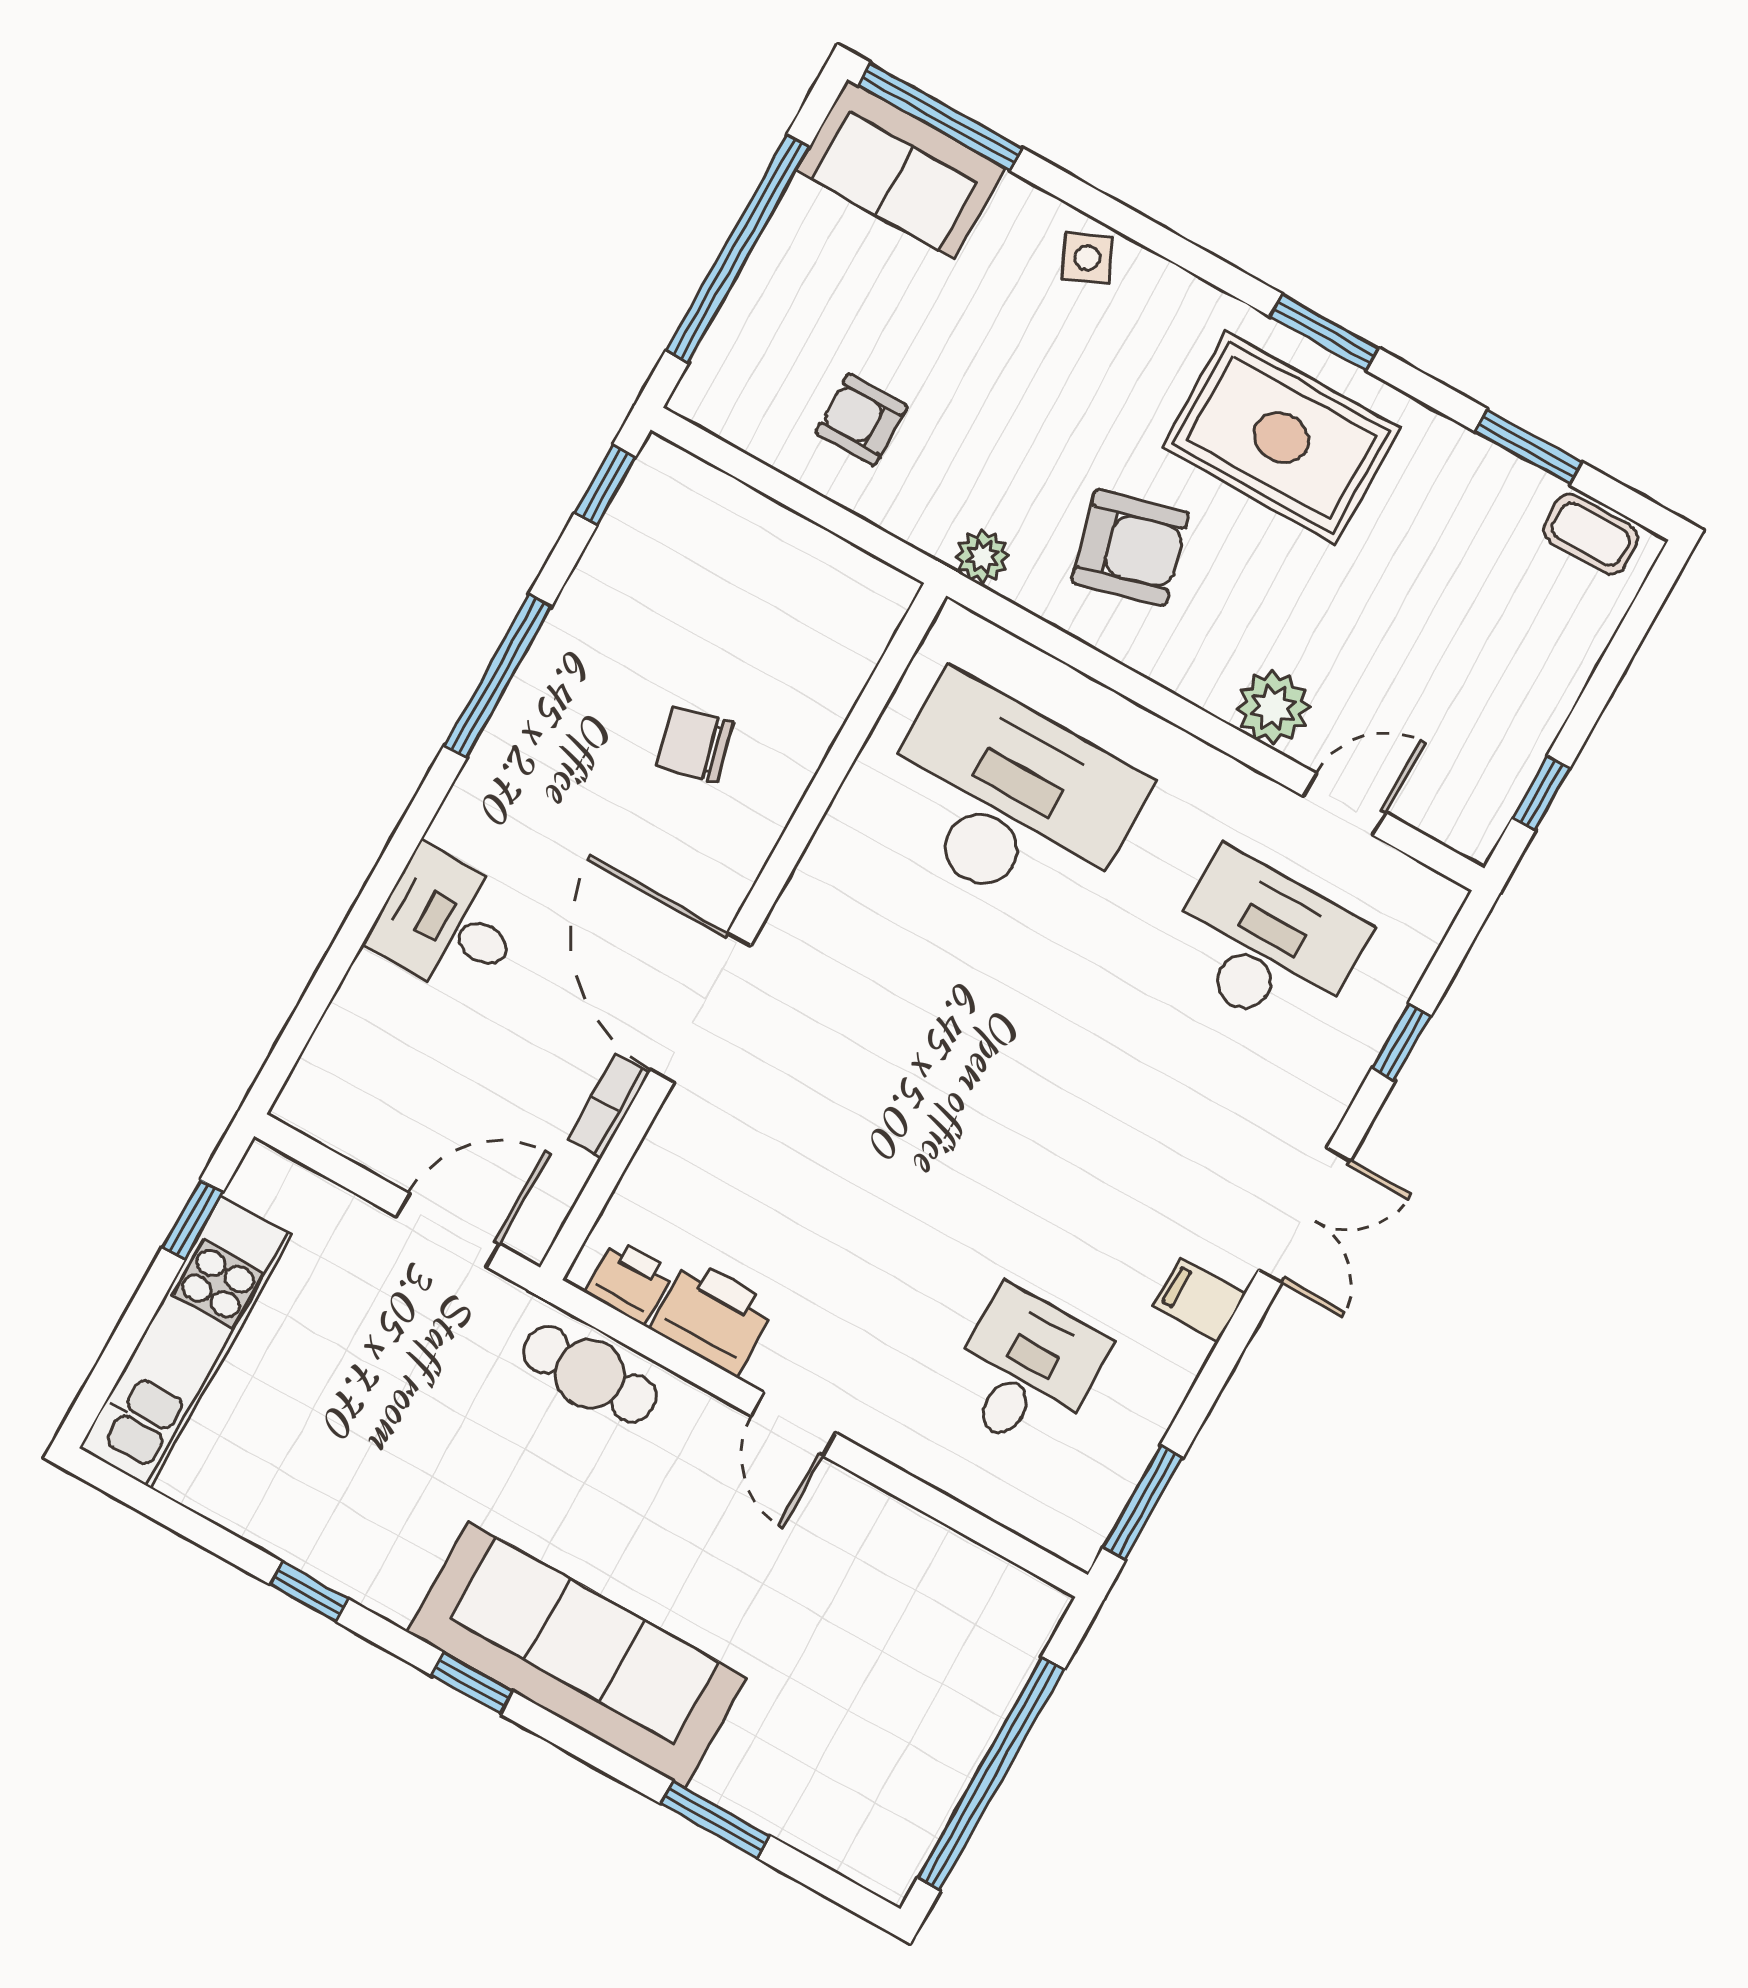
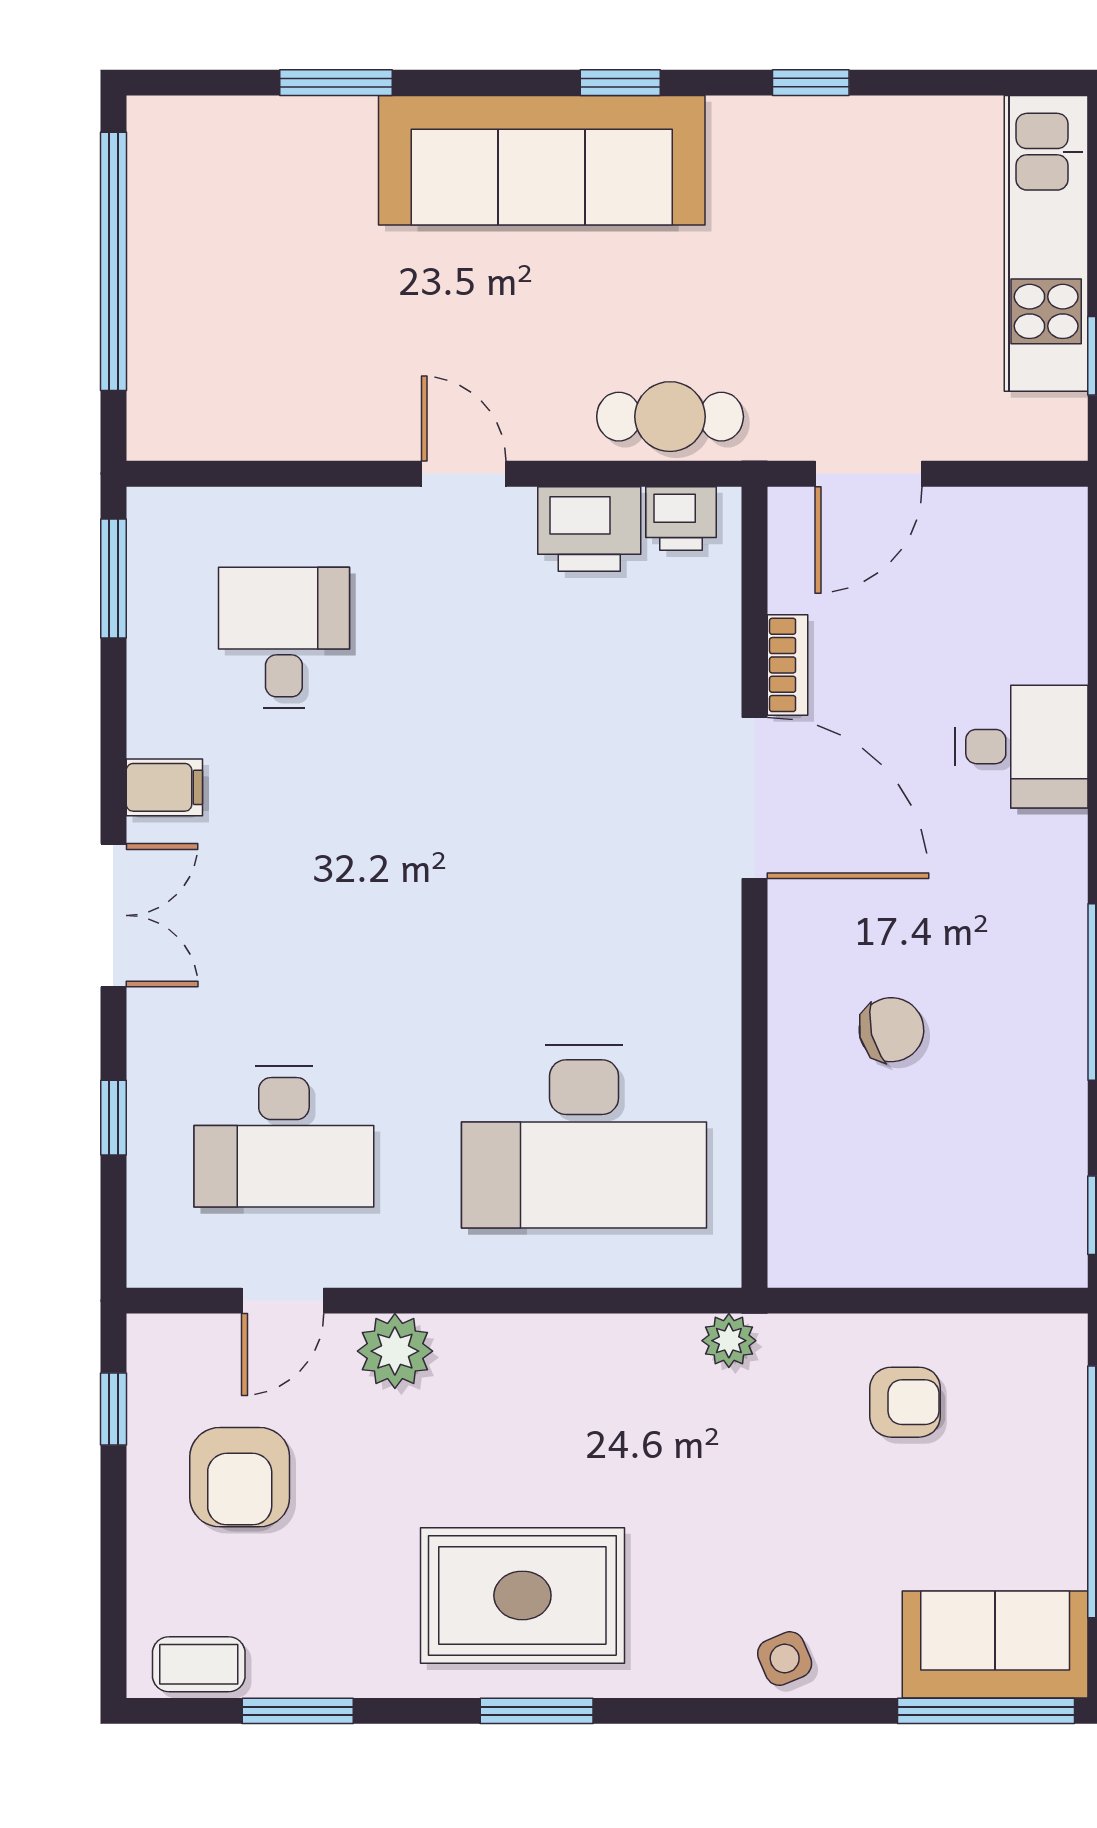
armchair: (1130, 548) -> (240, 1477), moved, turned -75
double door: (1304, 1215) -> (113, 915), swing flipped
desk: (1026, 1370) -> (284, 638), turned 180

